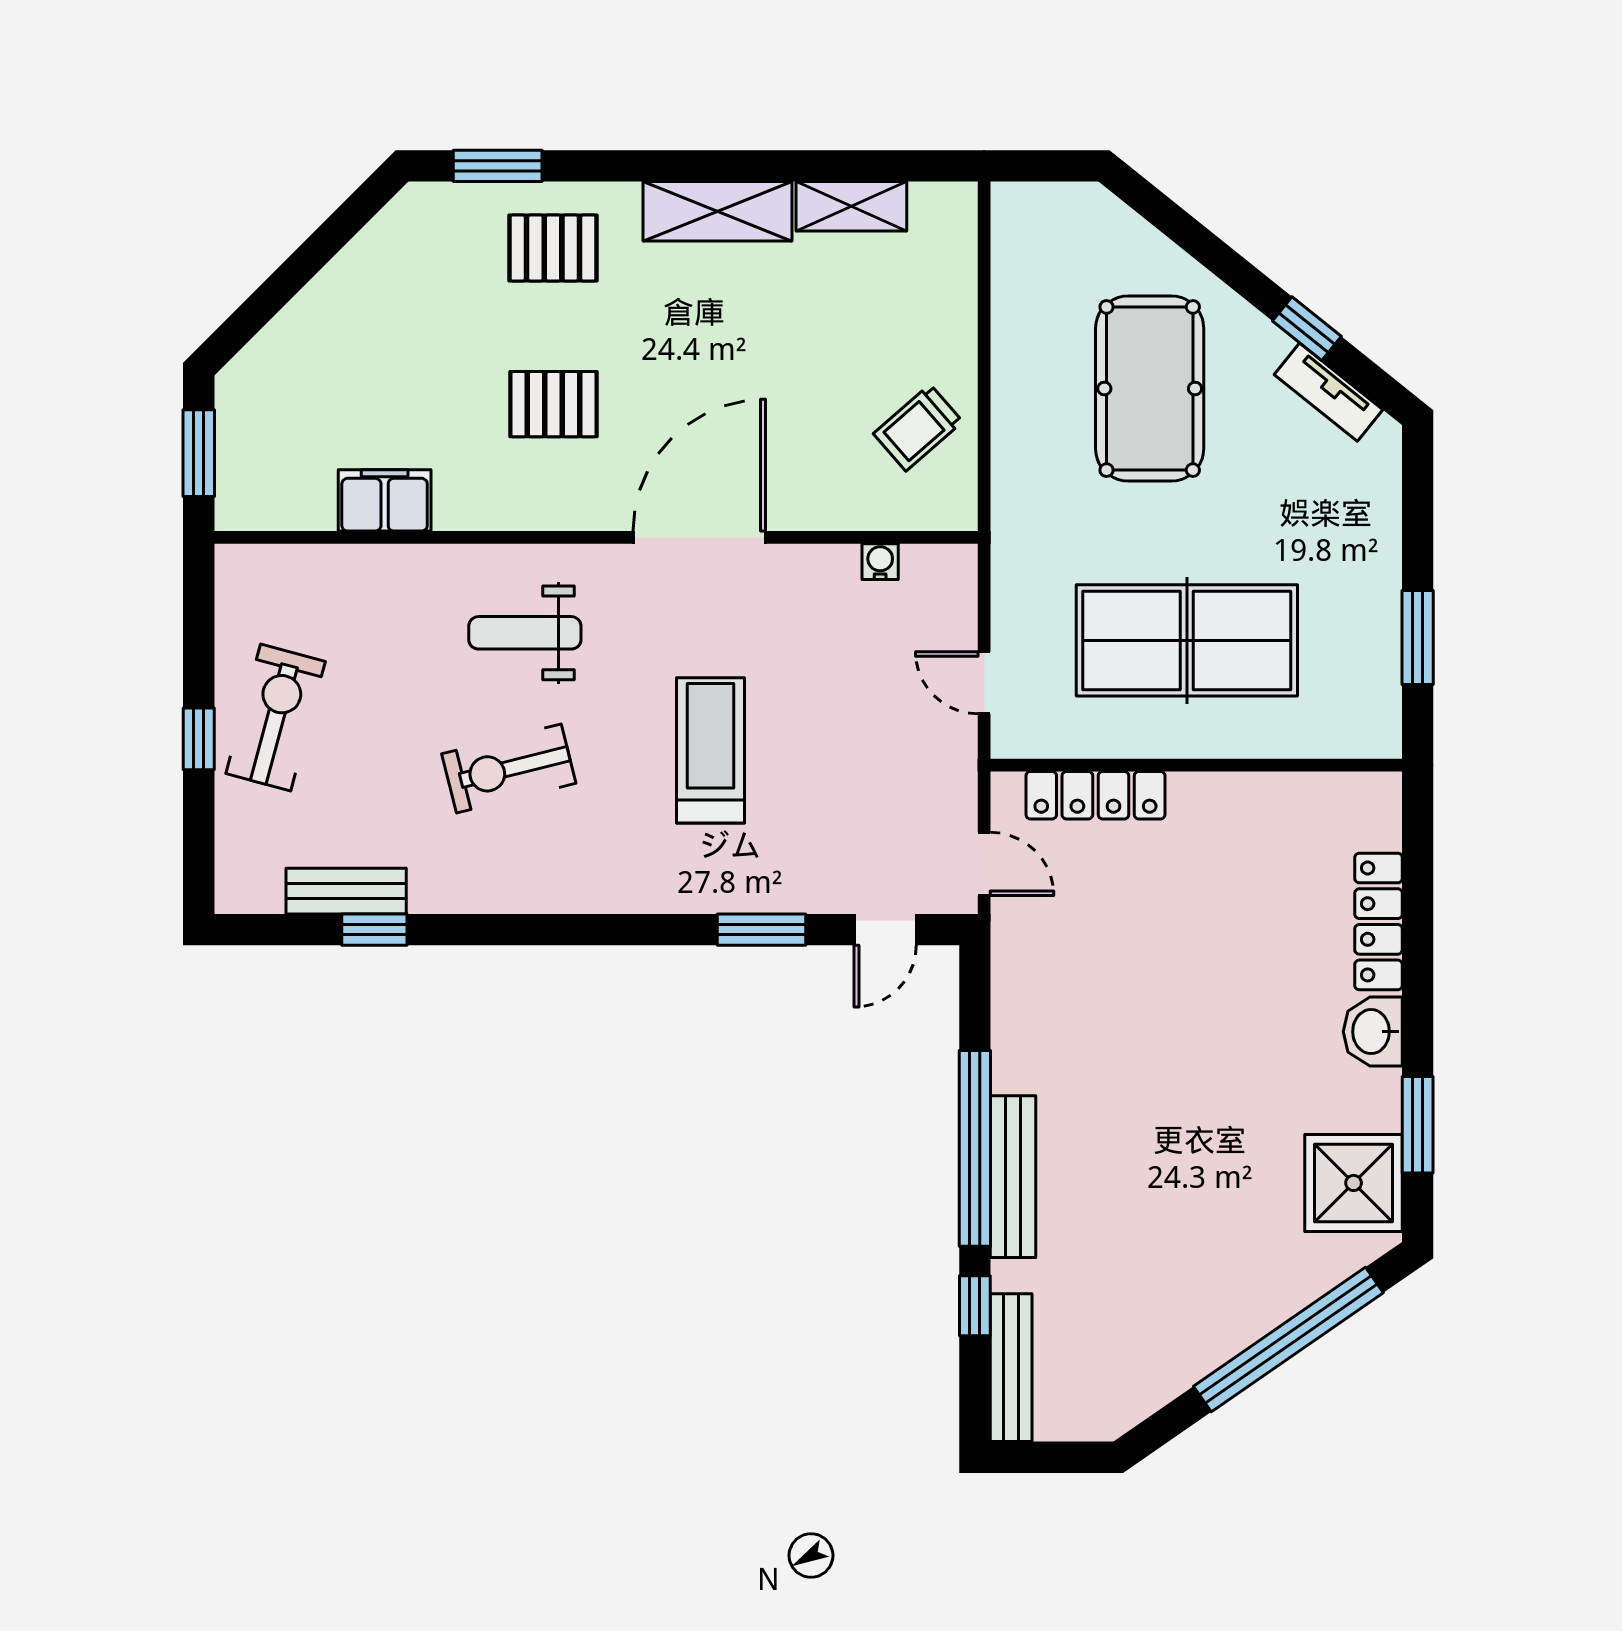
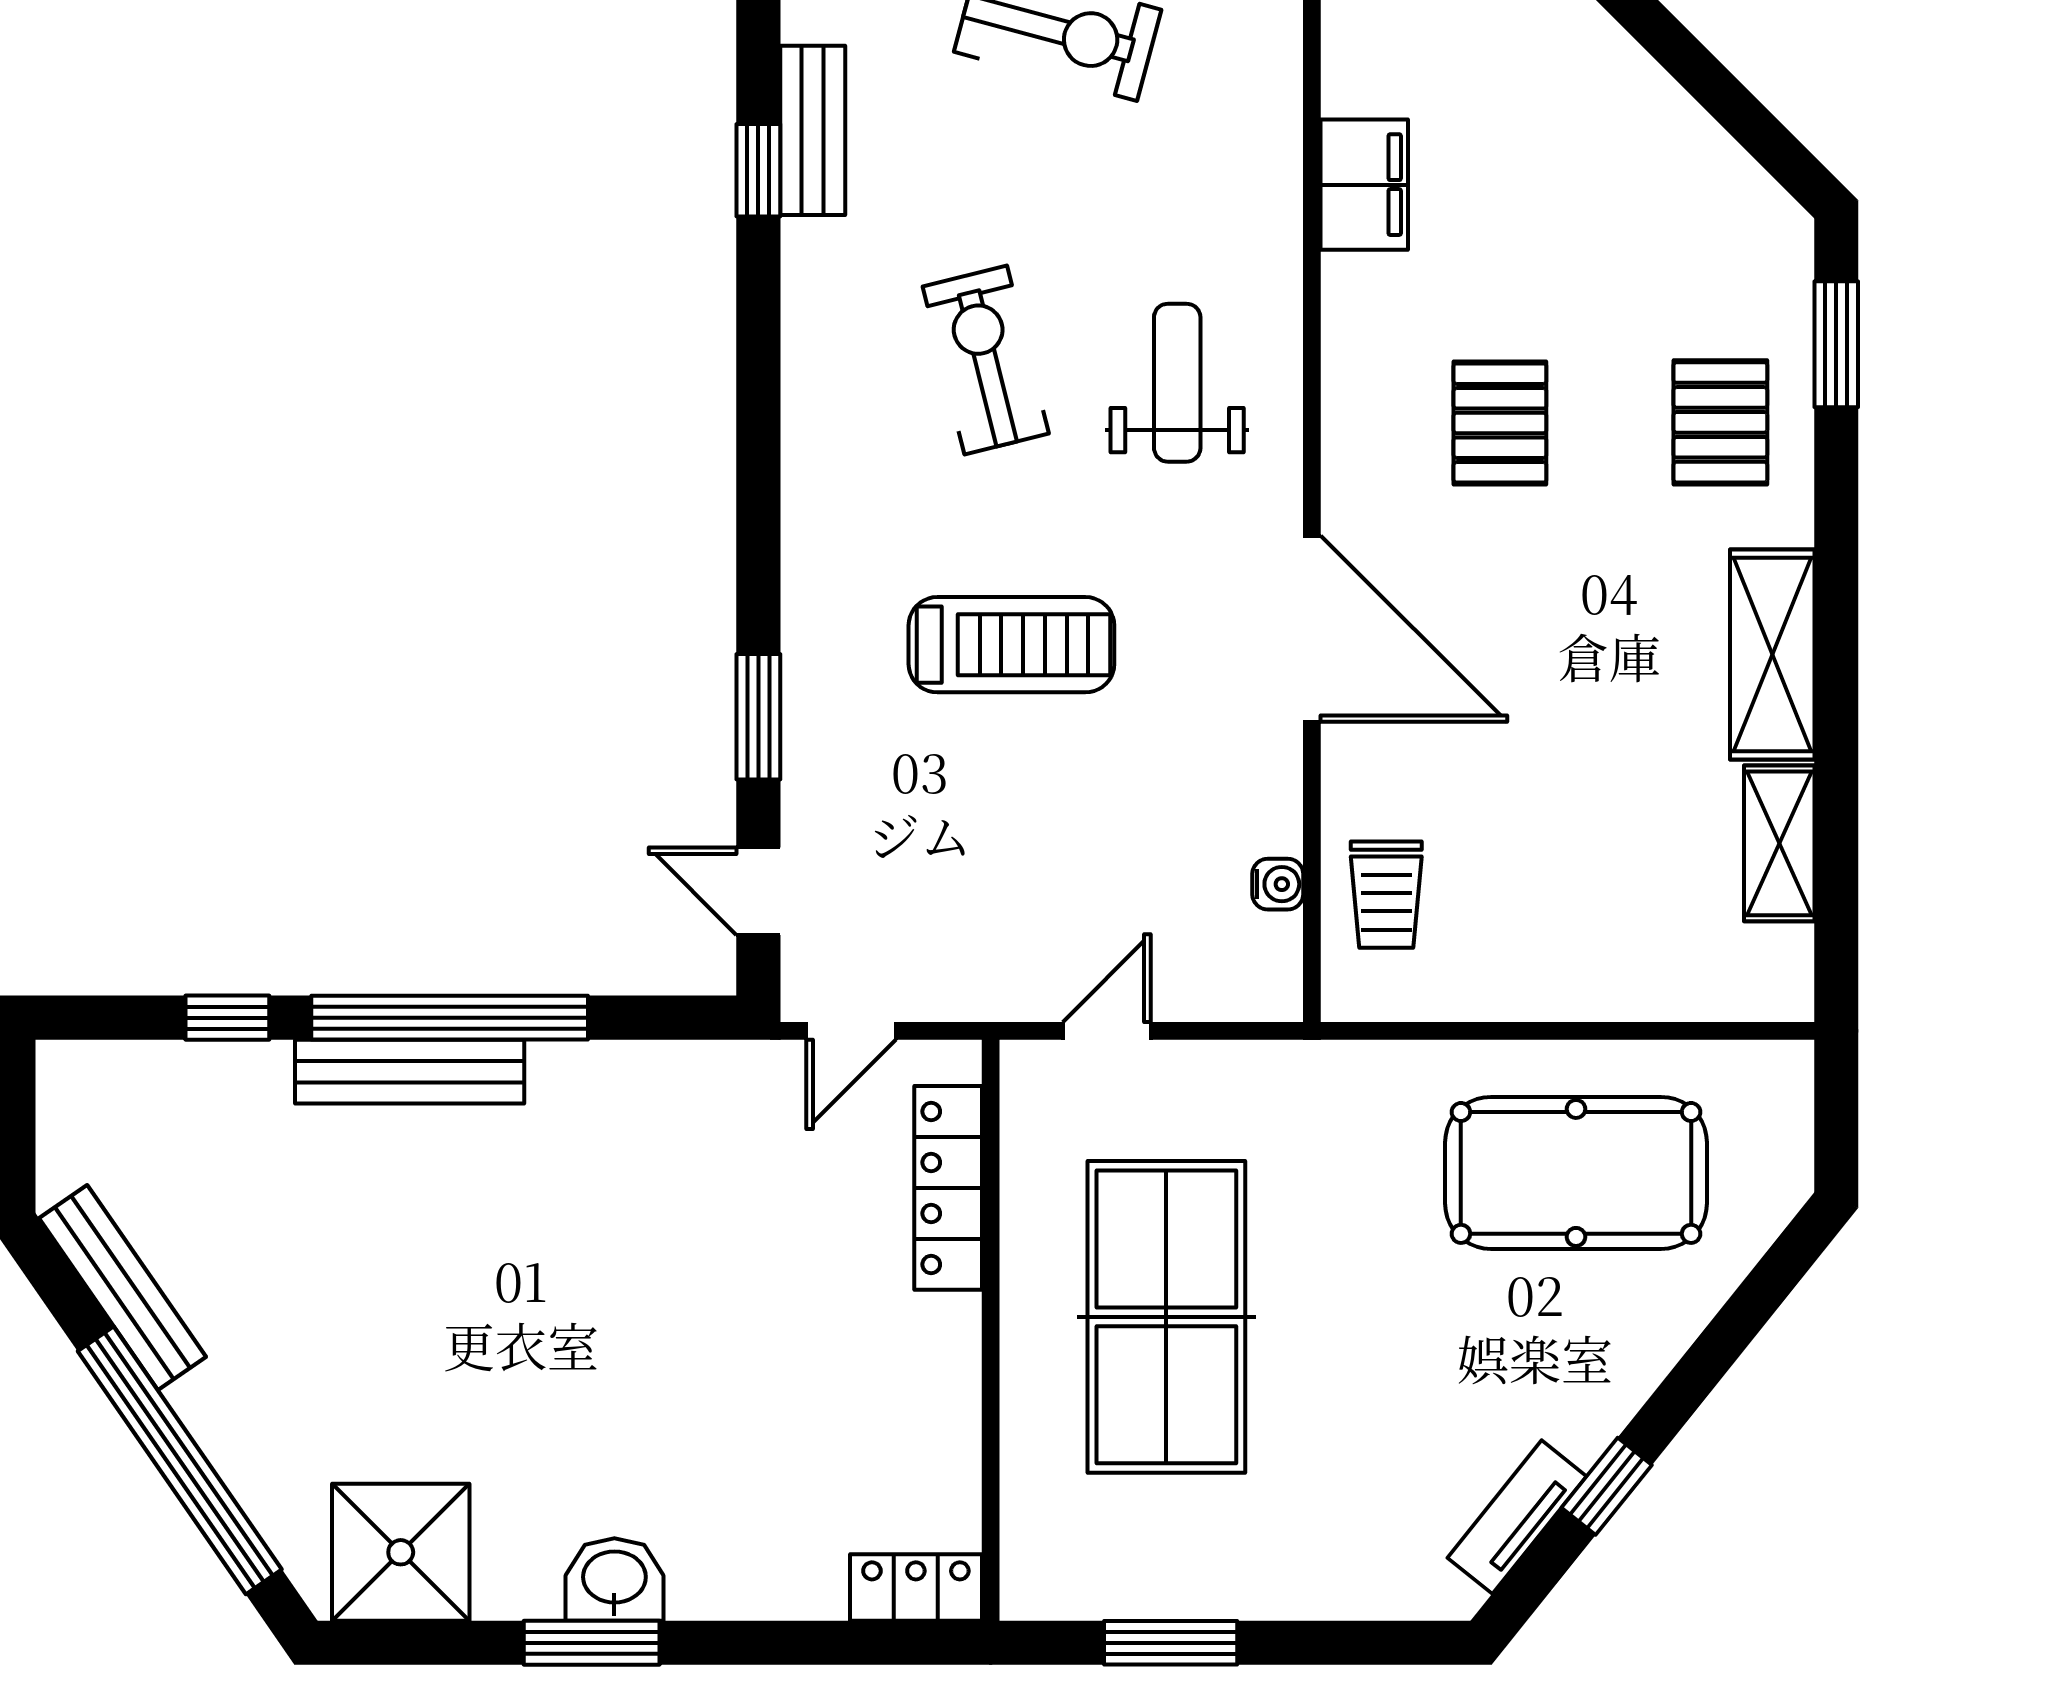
pool table: (1150, 389) -> (1576, 1173), moved
trolley: (918, 428) -> (1386, 895), moved, turned -139
locker: (1379, 921) -> (916, 1588), moved, width x0.66
window: (1418, 1125) -> (592, 1643), moved
bench: (1011, 1368) -> (122, 1288), moved, turned 55

